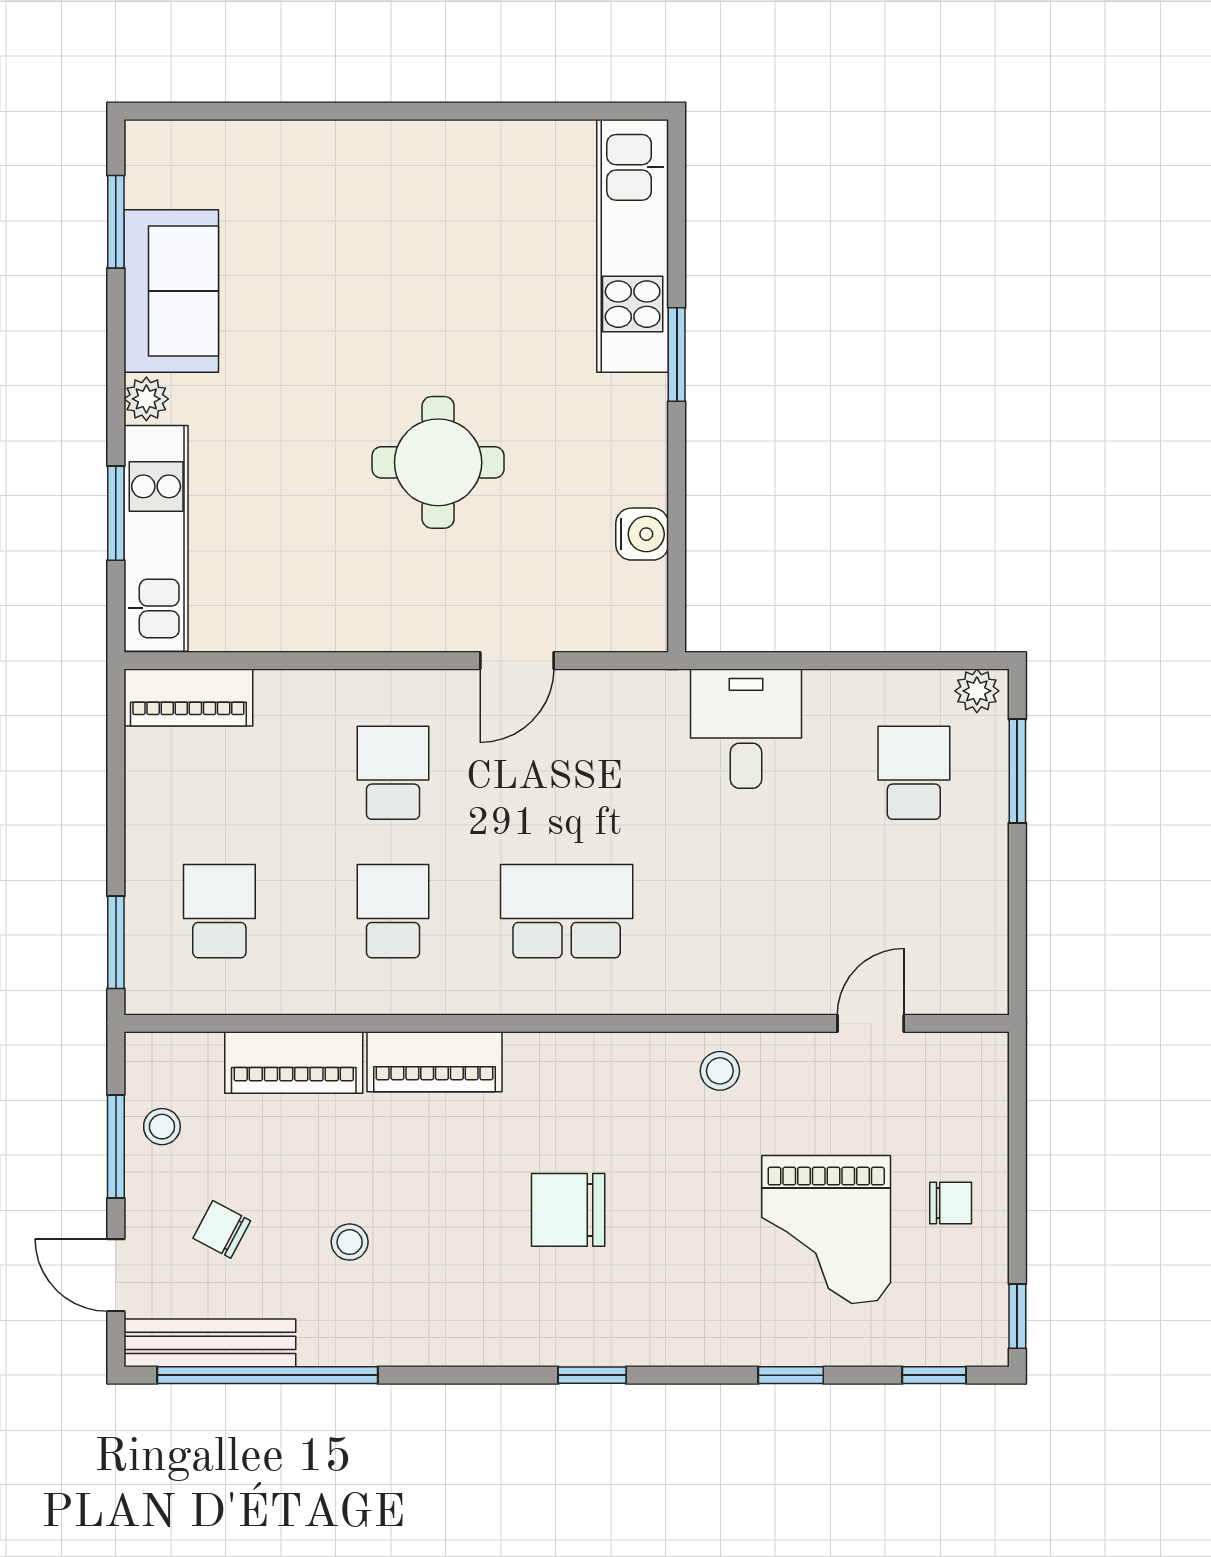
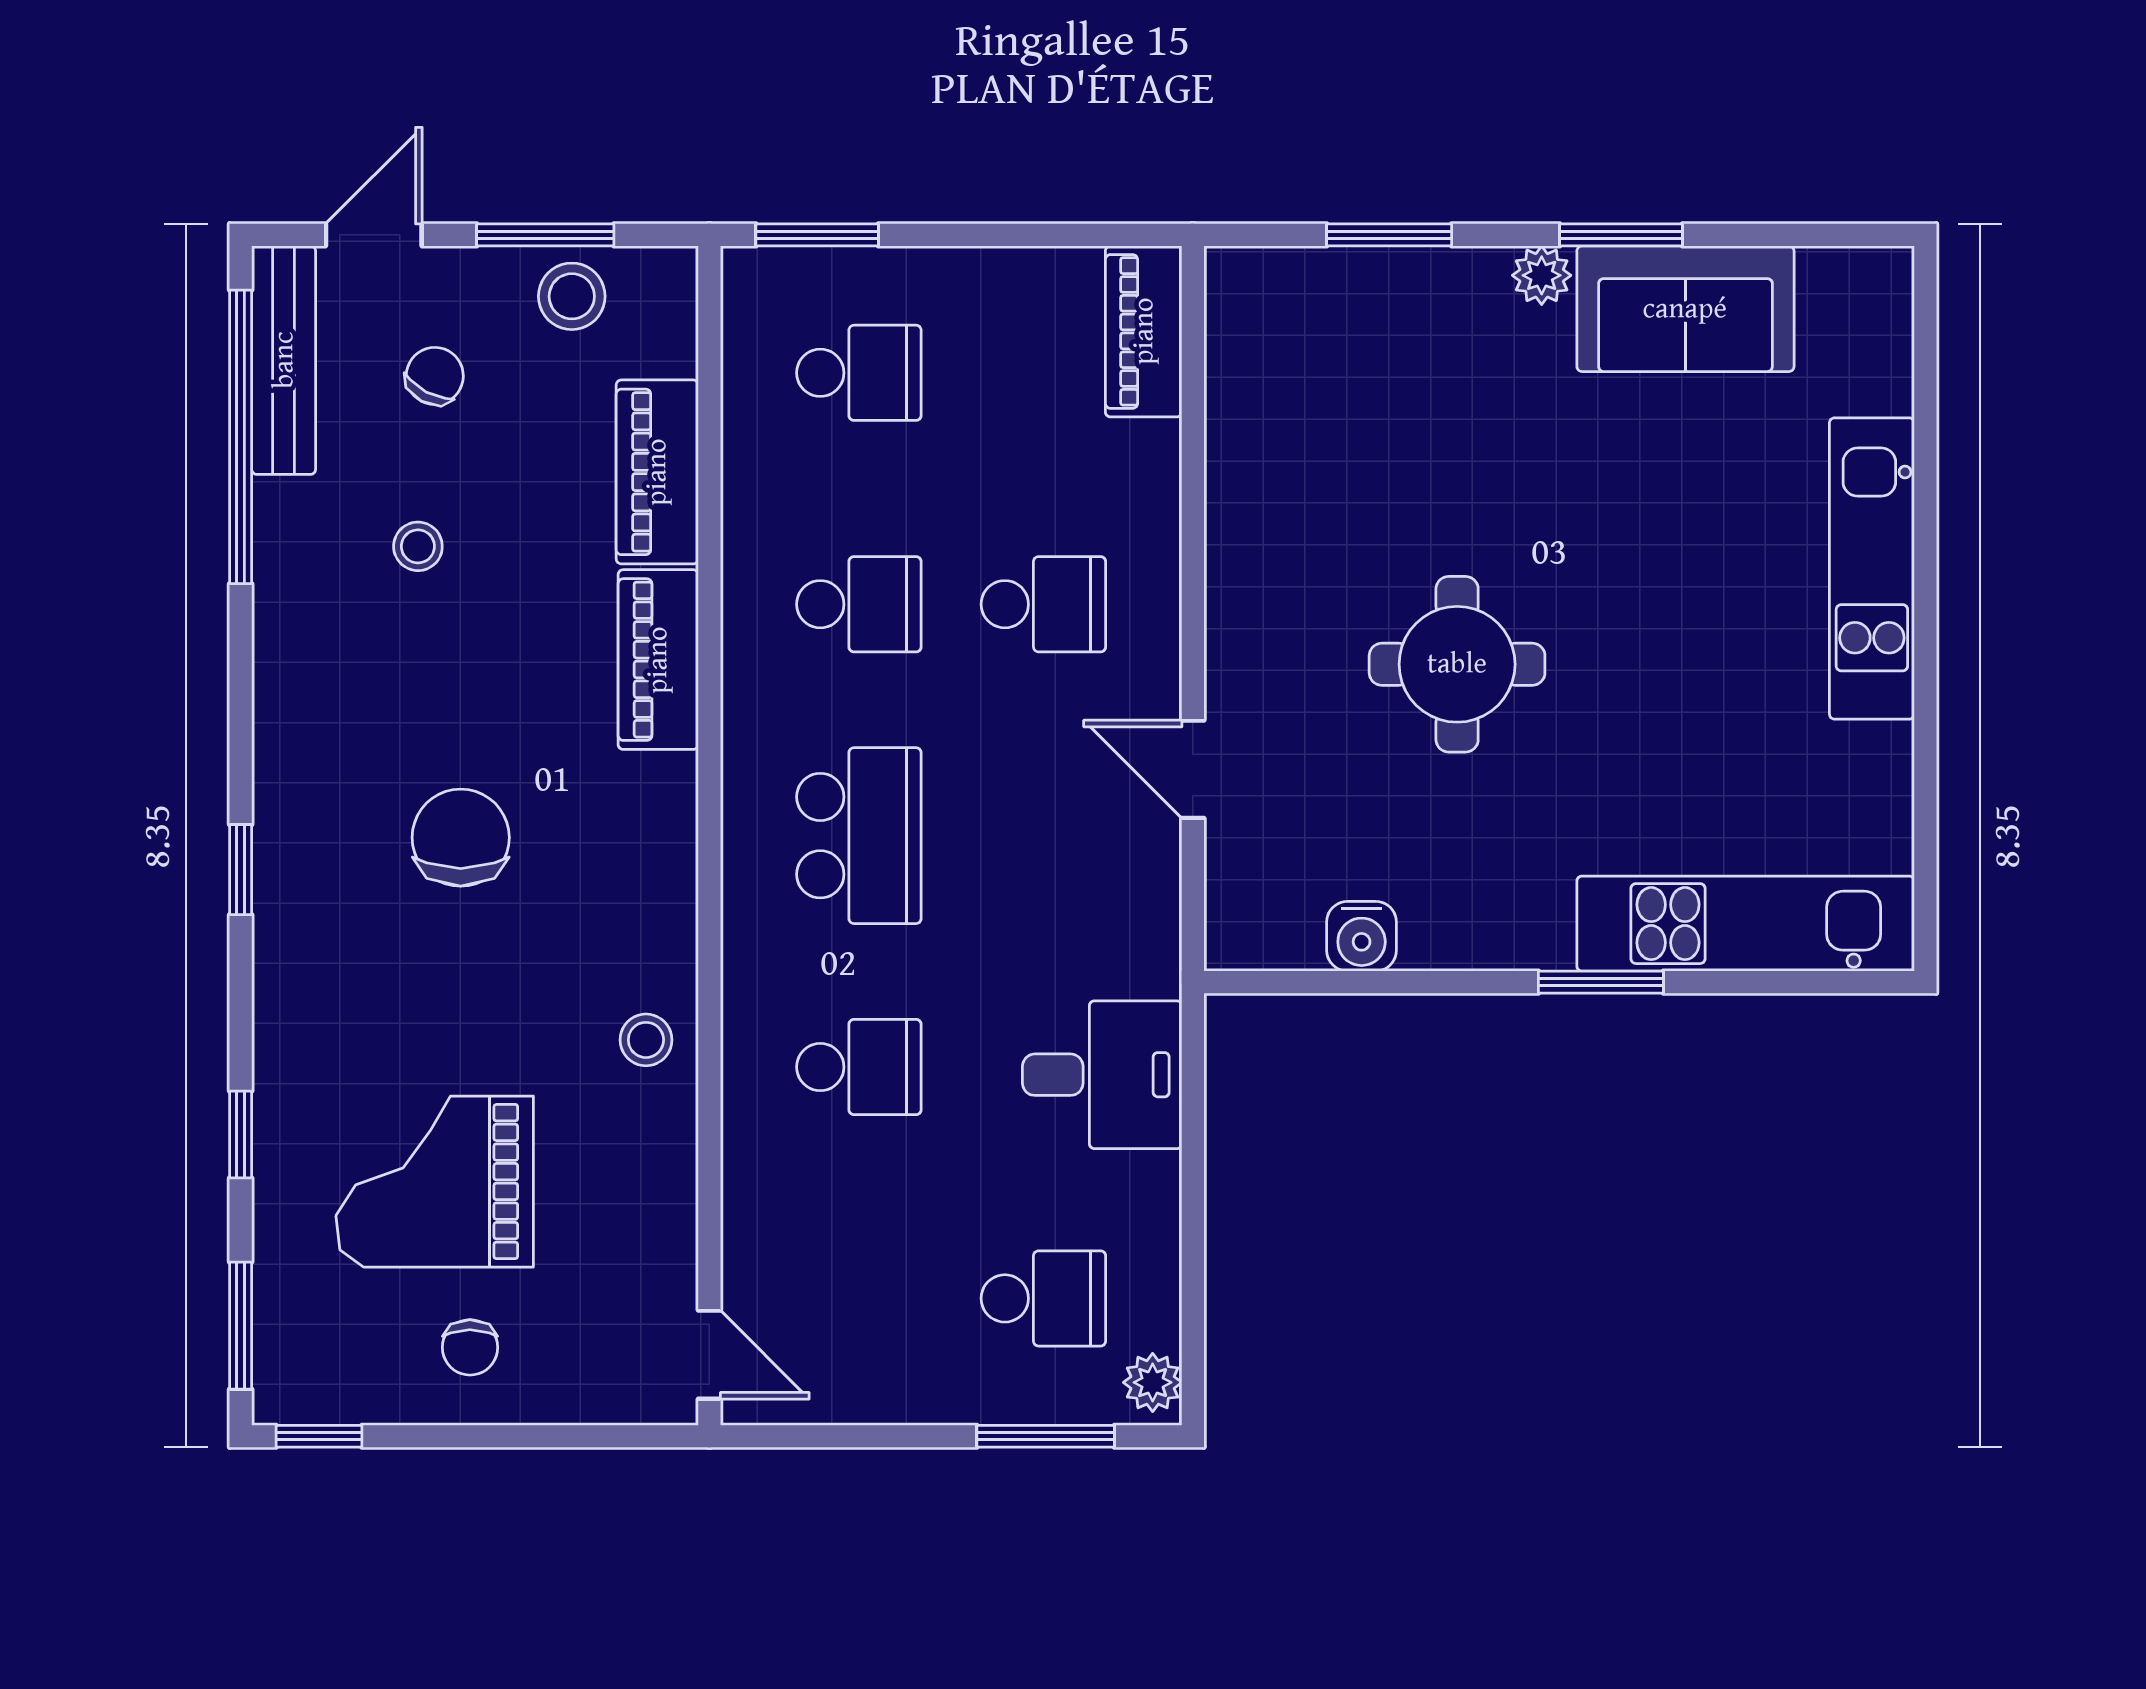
window: (116, 222) -> (1621, 235), moved
kitchen unit: (156, 538) -> (1872, 568), moved, turned 90
school desk: (740, 911) -> (859, 1067), added
door: (871, 1023) -> (709, 1355), moved
stool: (162, 1127) -> (572, 296), width x1.37, depth x1.37
window: (934, 1375) -> (241, 1326), width x1.50

